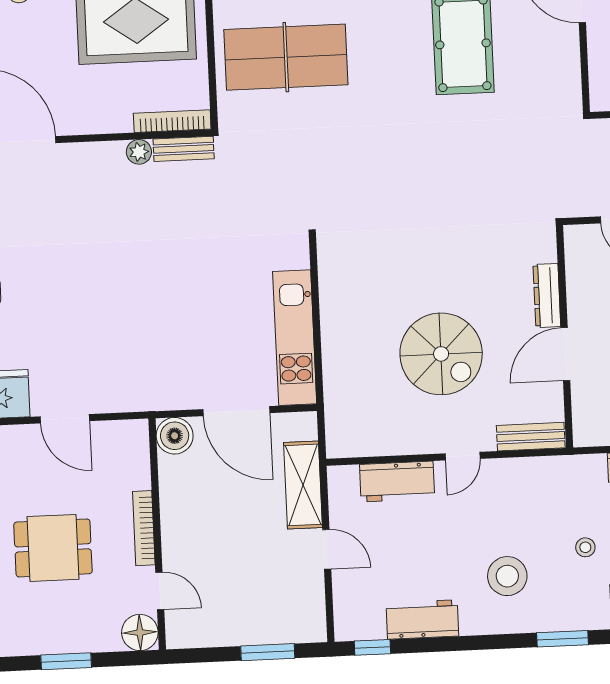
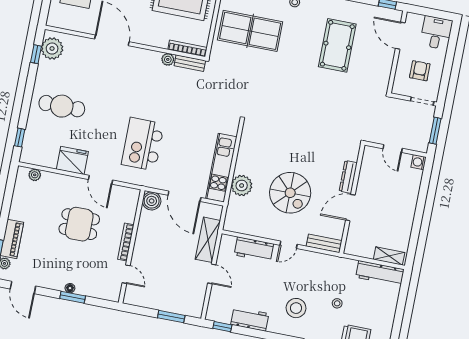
kitchen island: (130, 329) -> (143, 144), added
plant: (343, 363) -> (242, 186), added
dining table: (53, 548) -> (79, 224), moved
floor lamp: (140, 632) -> (70, 288), moved, width x0.53, depth x0.53

